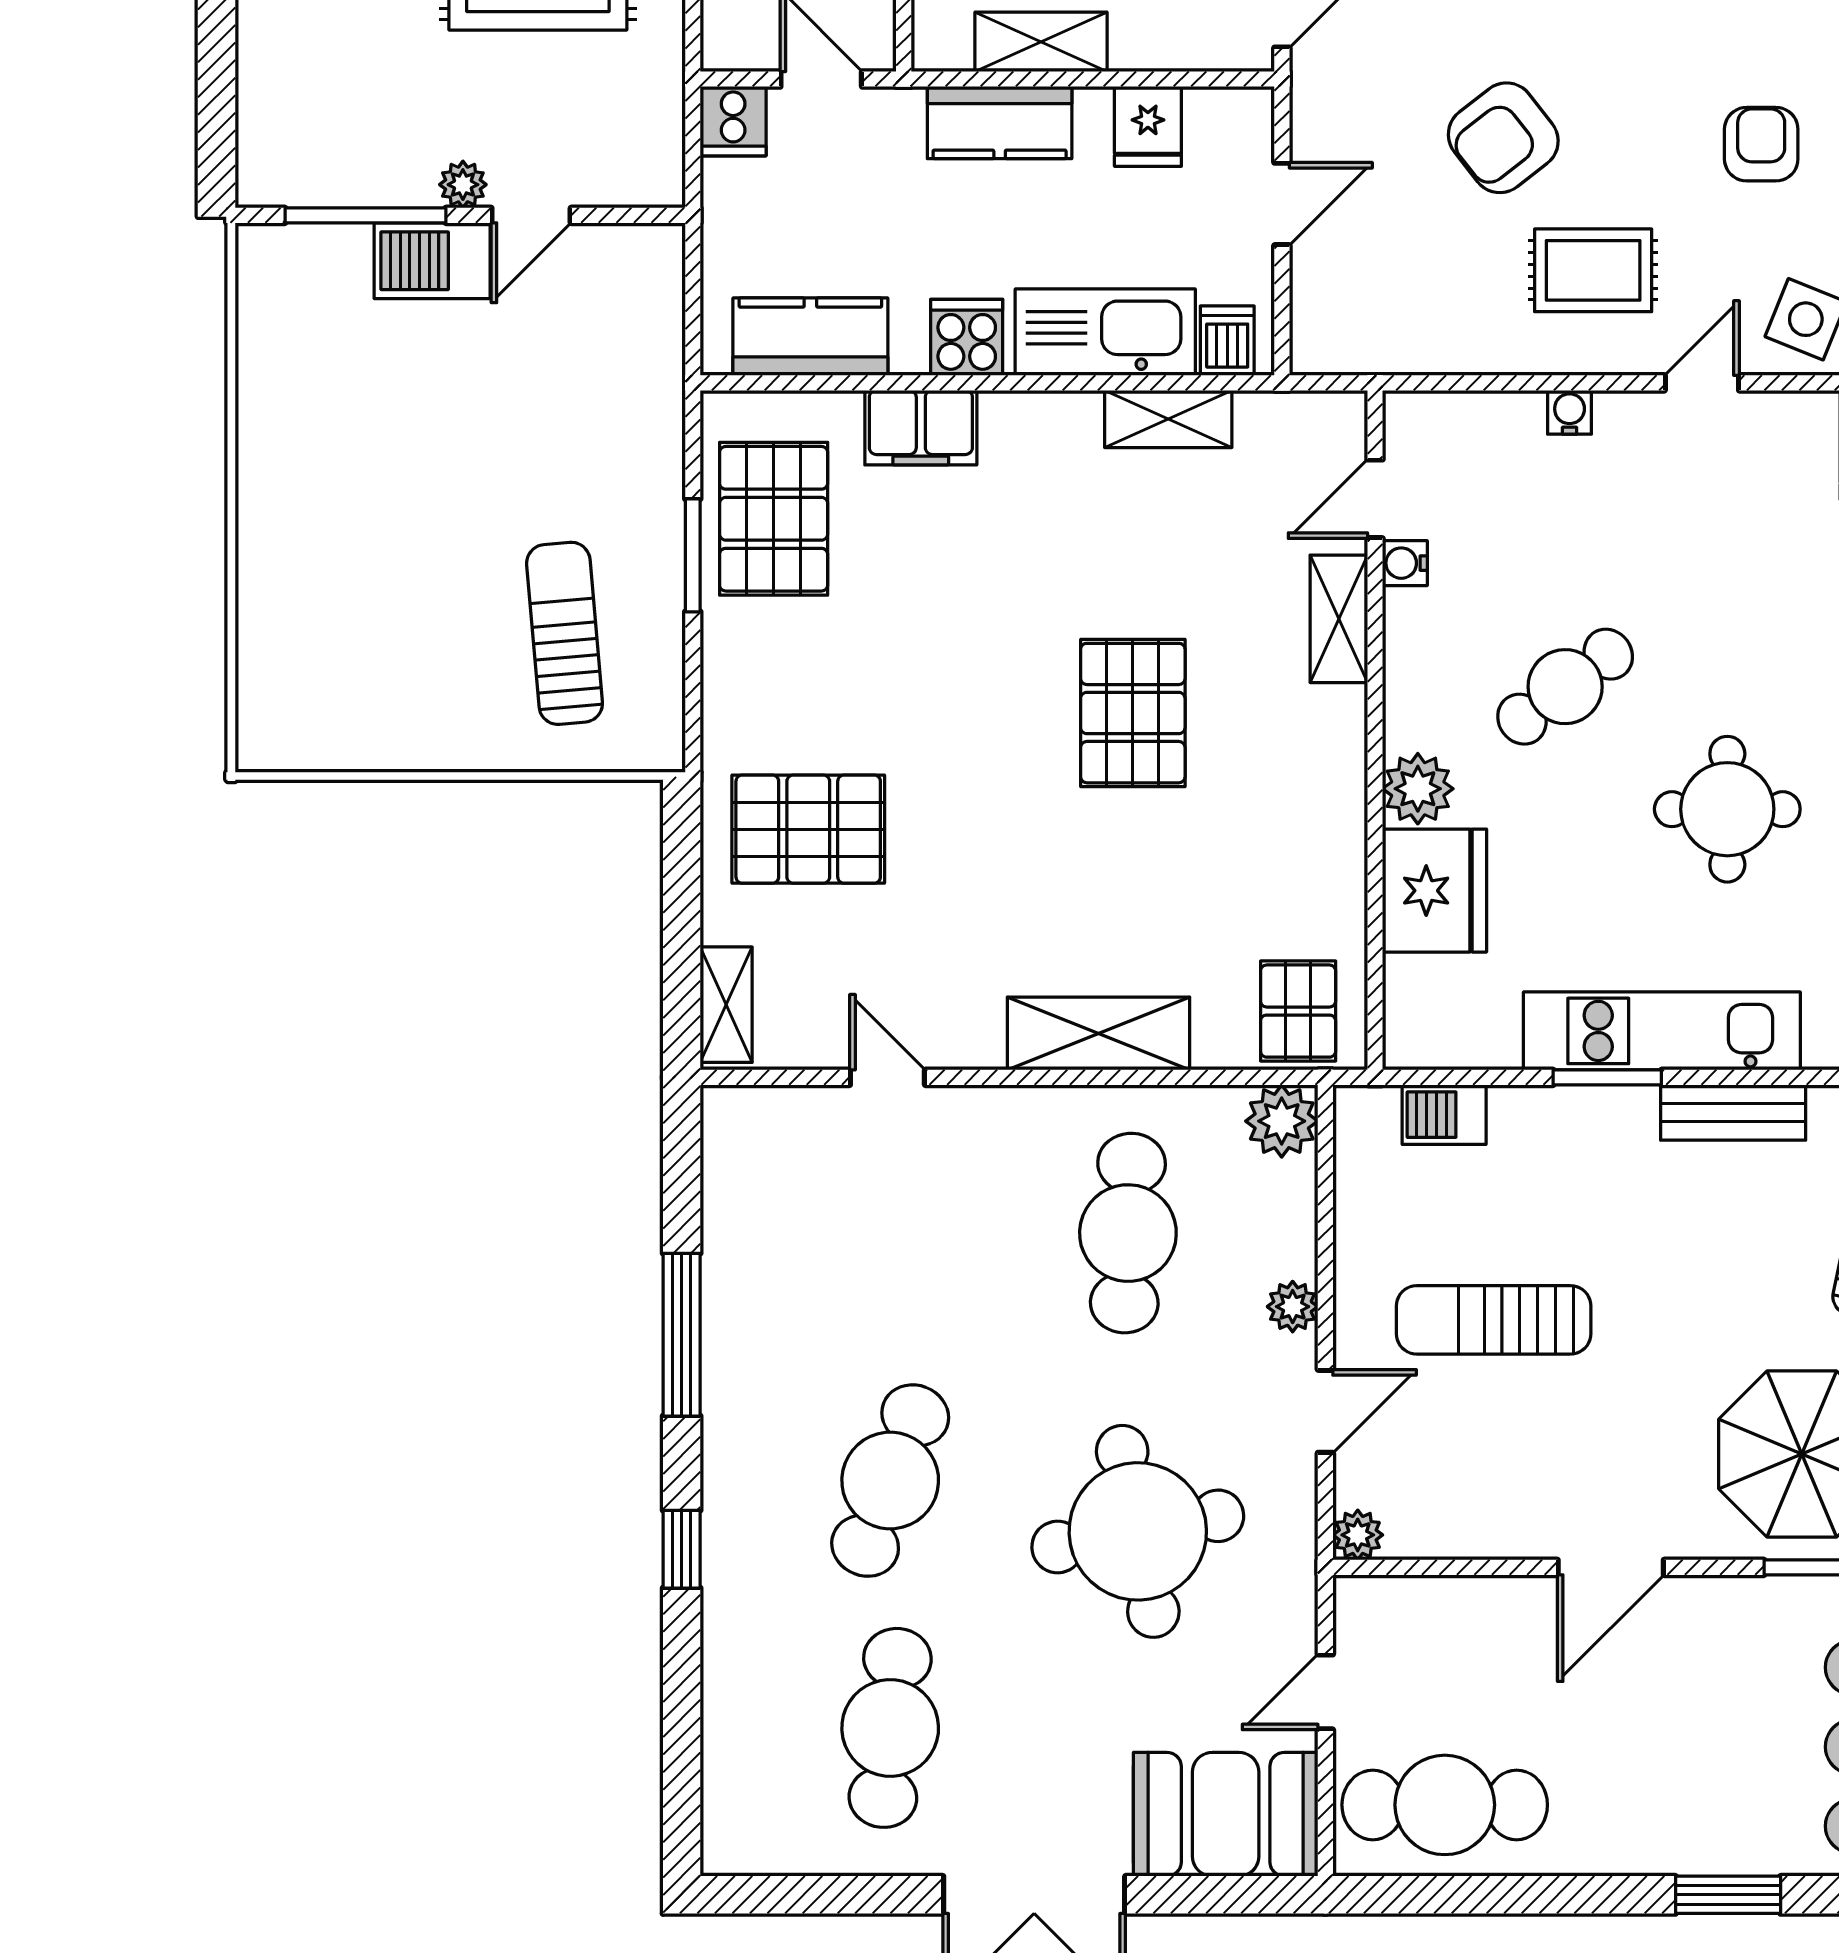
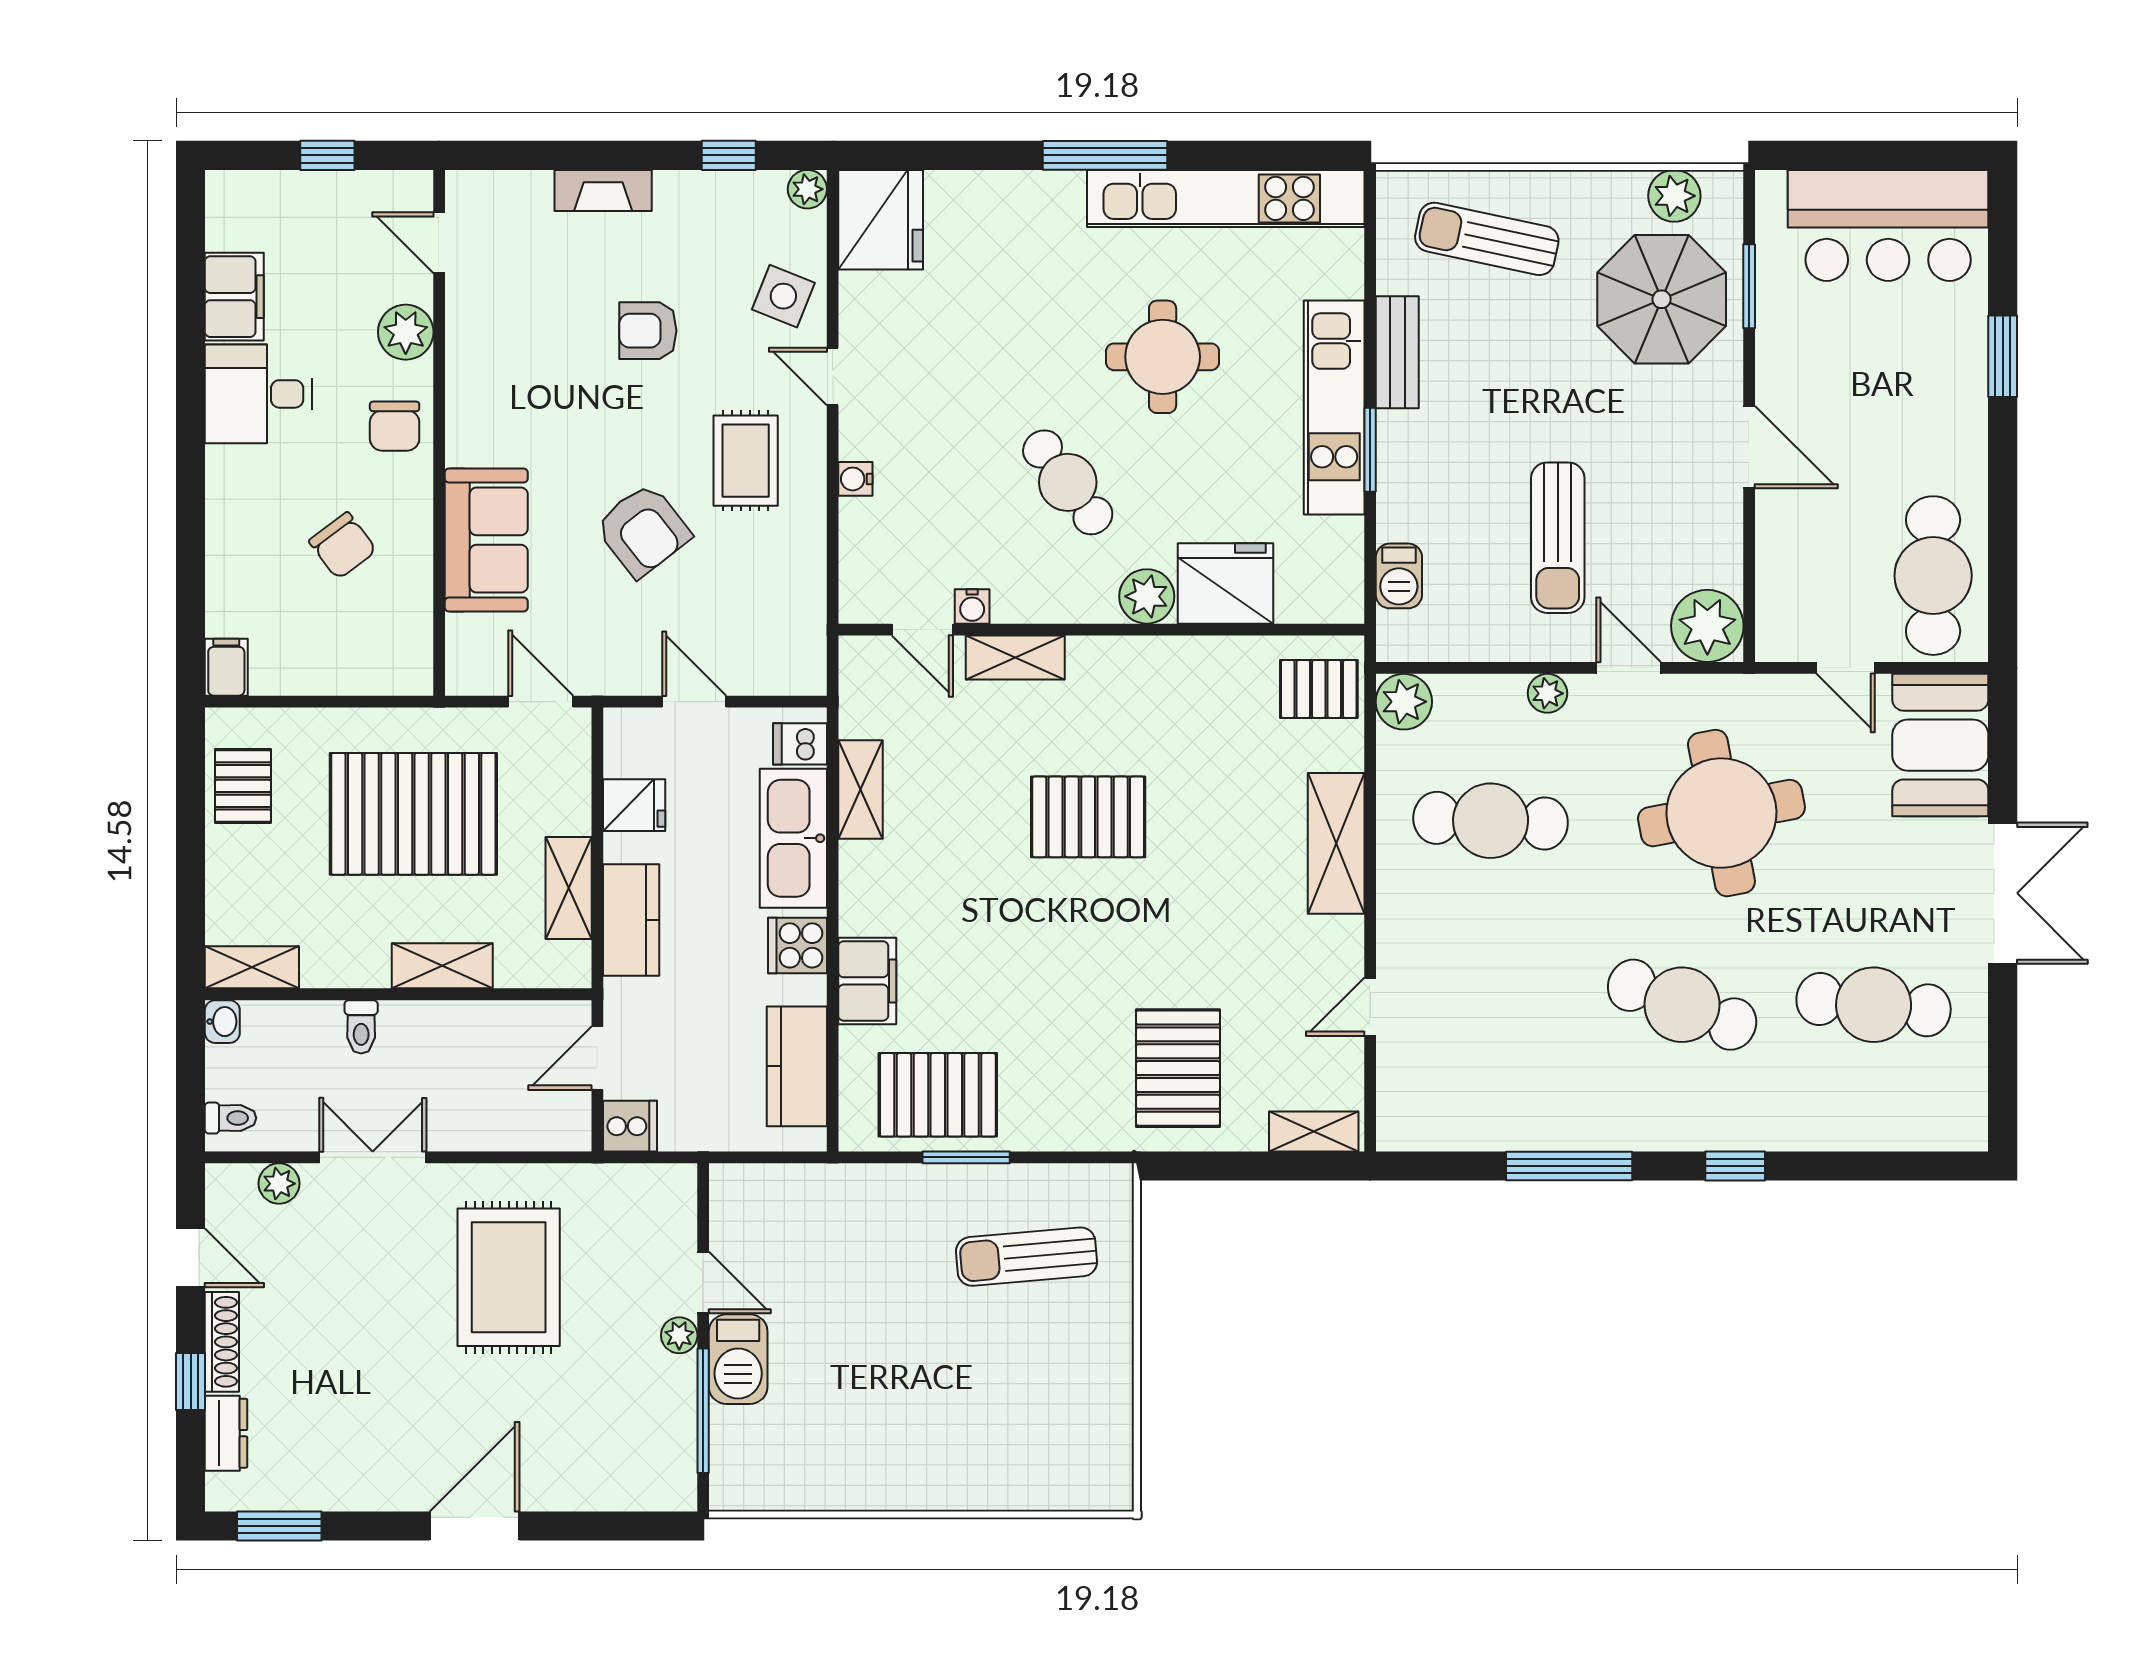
plant: (1358, 1535) -> (1707, 626), width x1.87, depth x1.87

